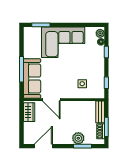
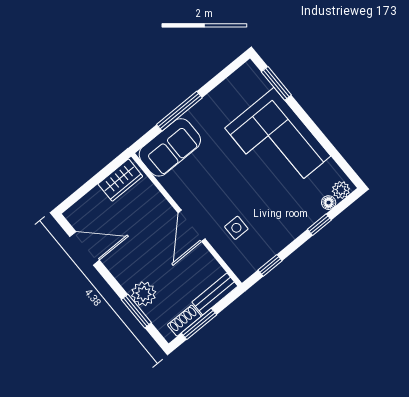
sofa: (32, 79) -> (170, 147), width x0.73
door: (51, 100) -> (192, 226), moved

